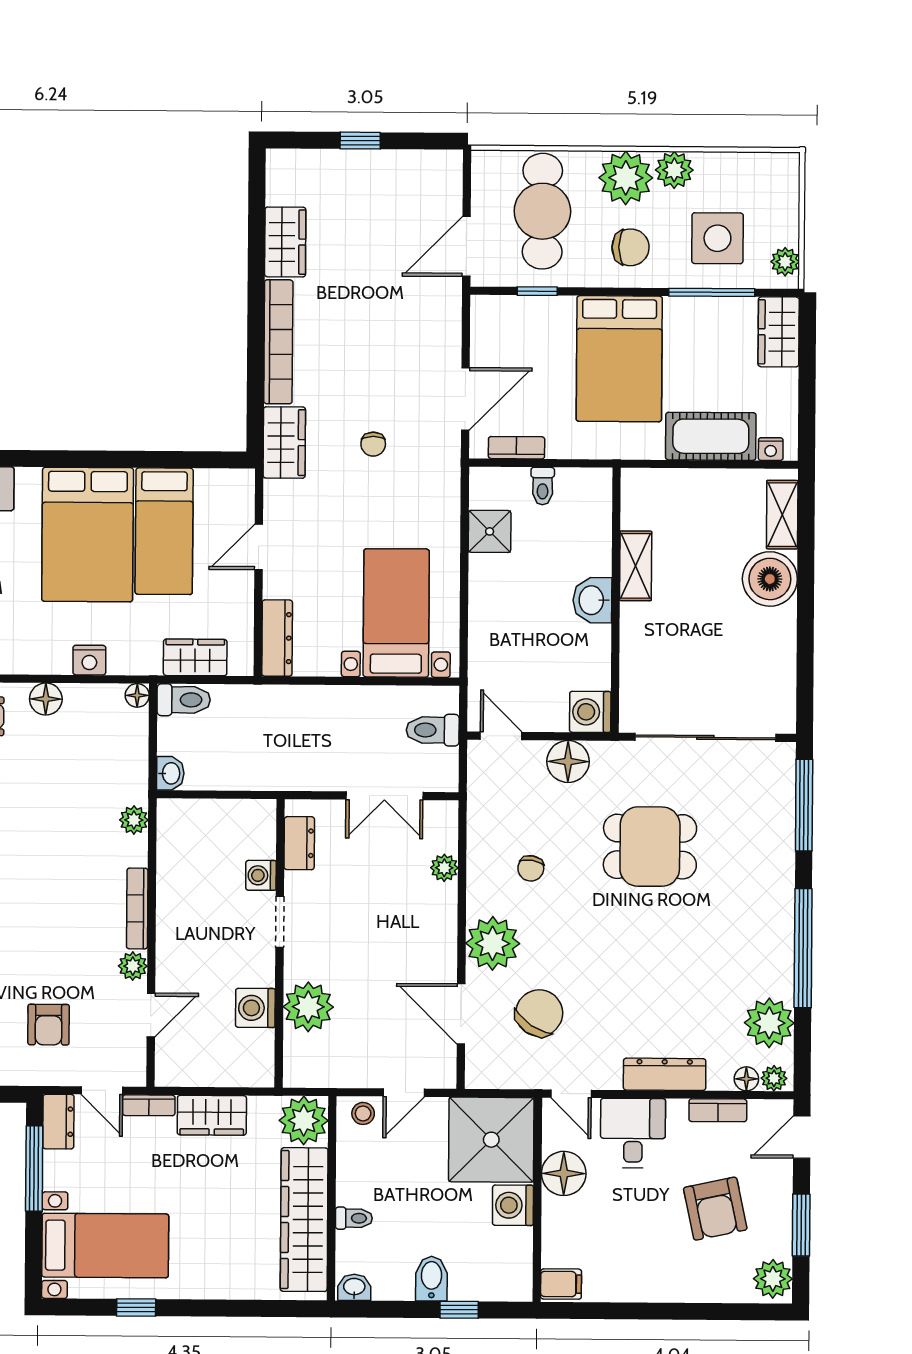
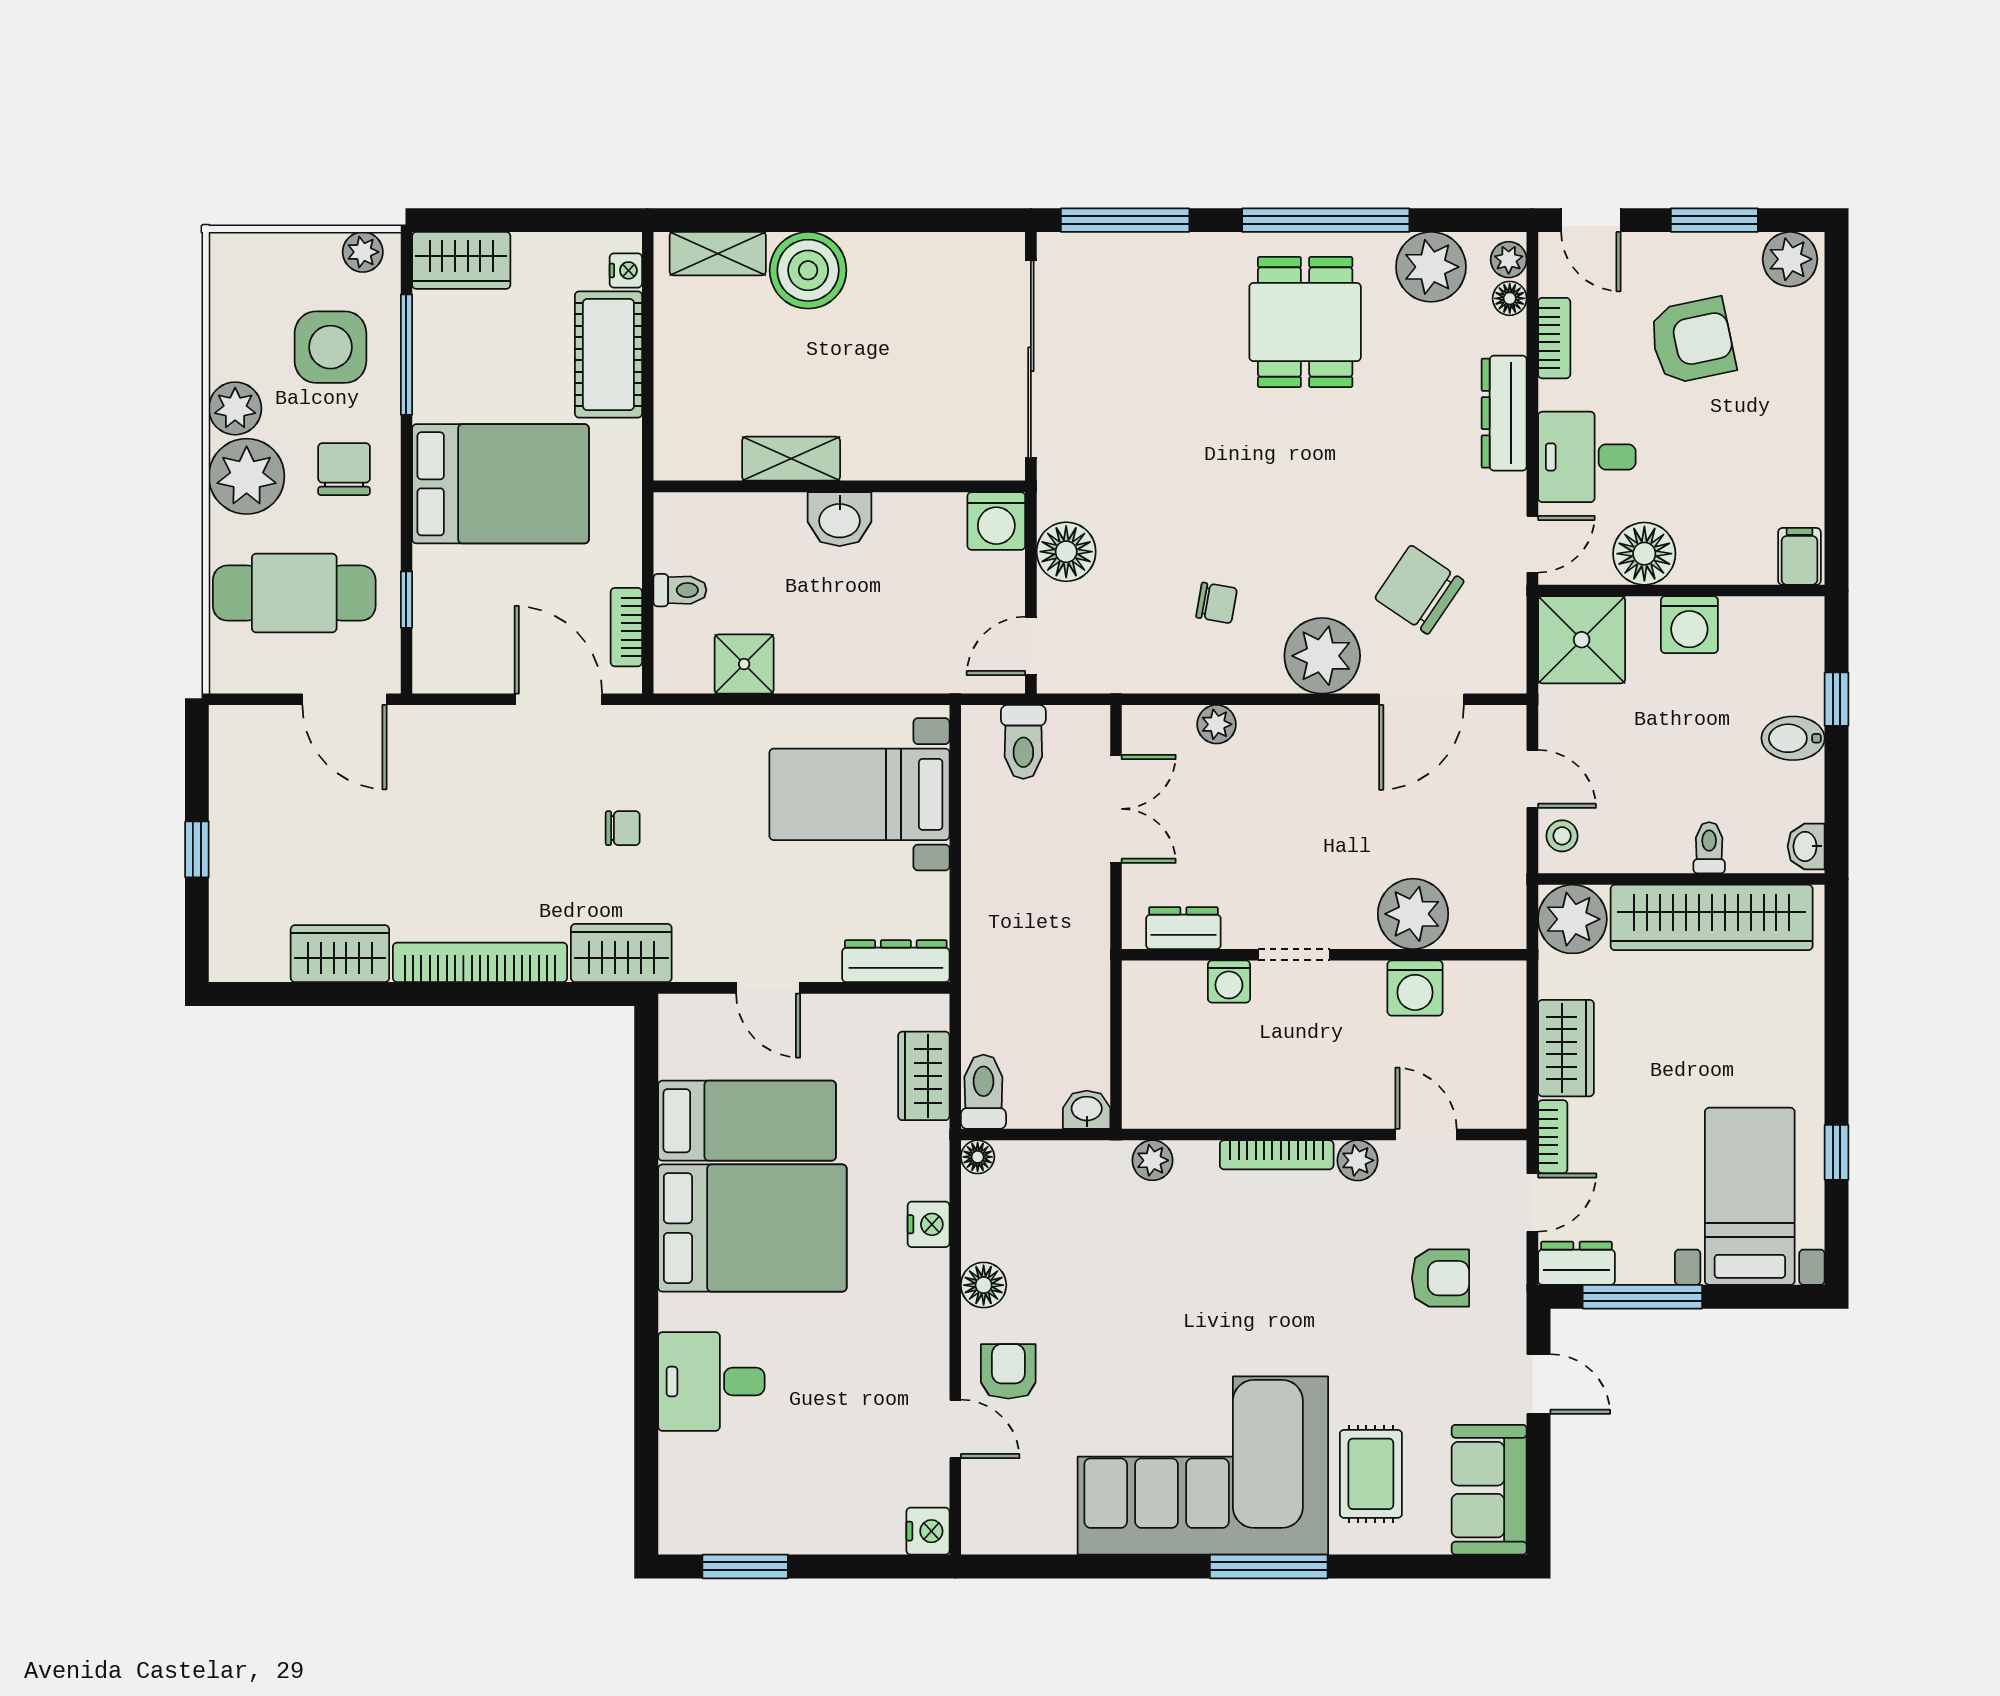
dining table: (650, 847) -> (1305, 322), moved
shower: (491, 1140) -> (1582, 640), width x0.73, depth x0.73

